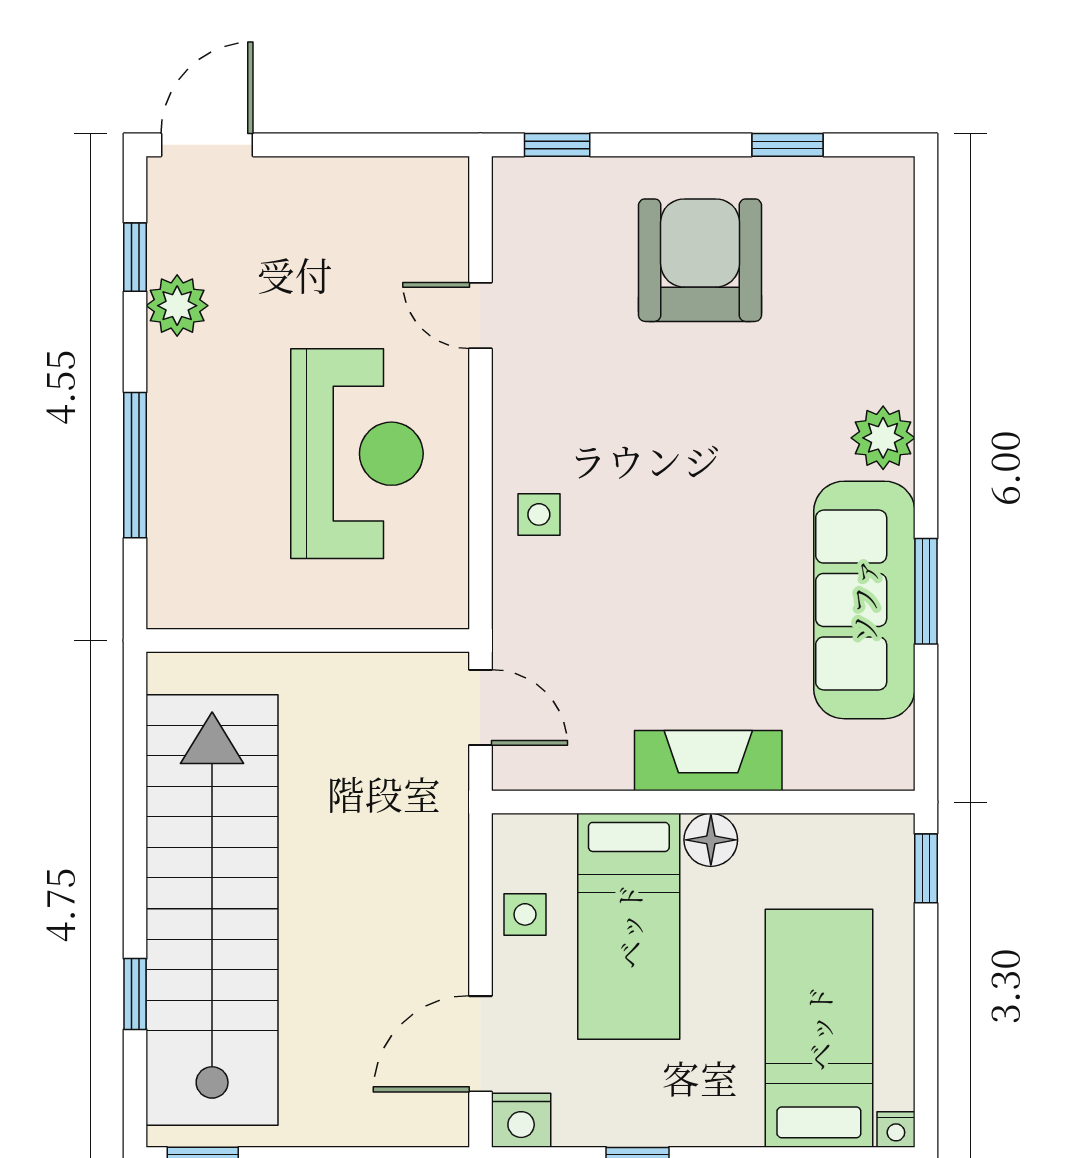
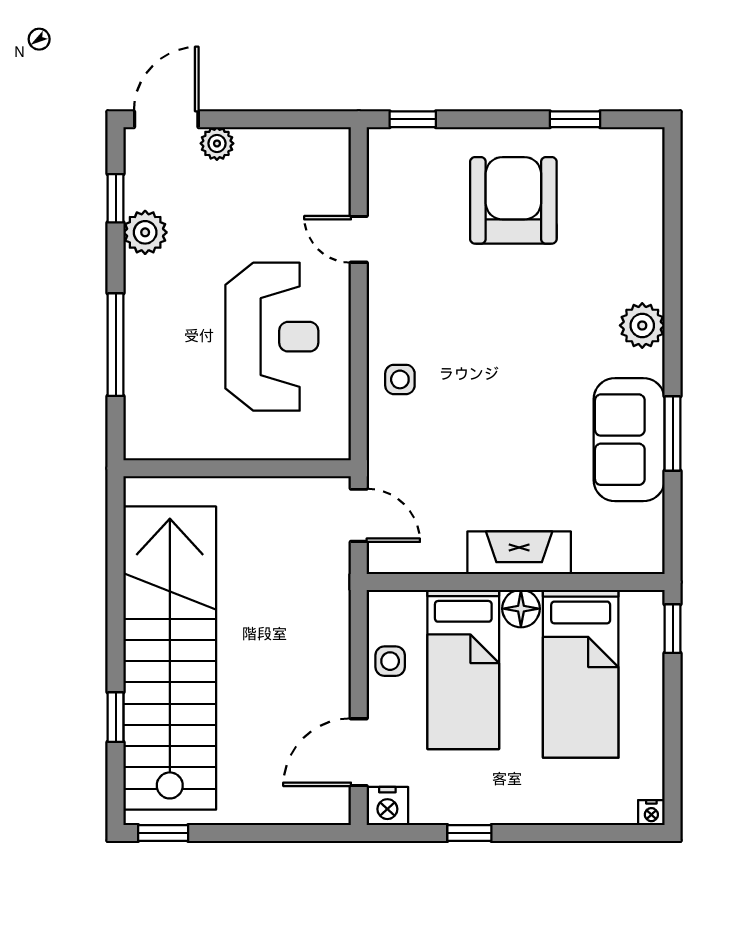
plant: (279, 179) -> (217, 143), added
sofa: (864, 600) -> (629, 440), width x0.73
bed: (819, 1028) -> (581, 674), moved, turned 180

